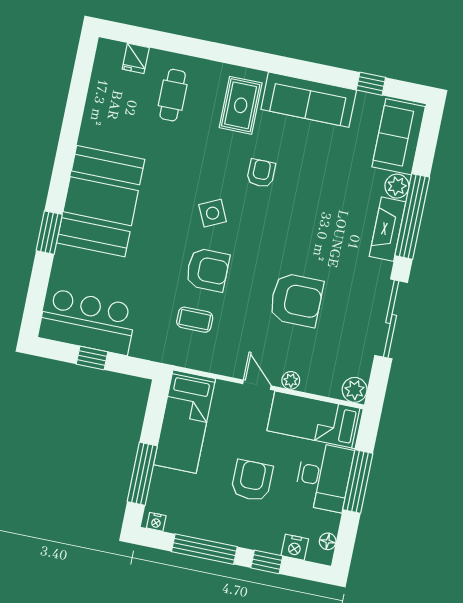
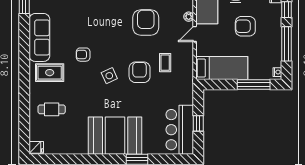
fridge: (136, 58) -> (36, 147), moved
coffee table: (195, 320) -> (165, 63), moved

